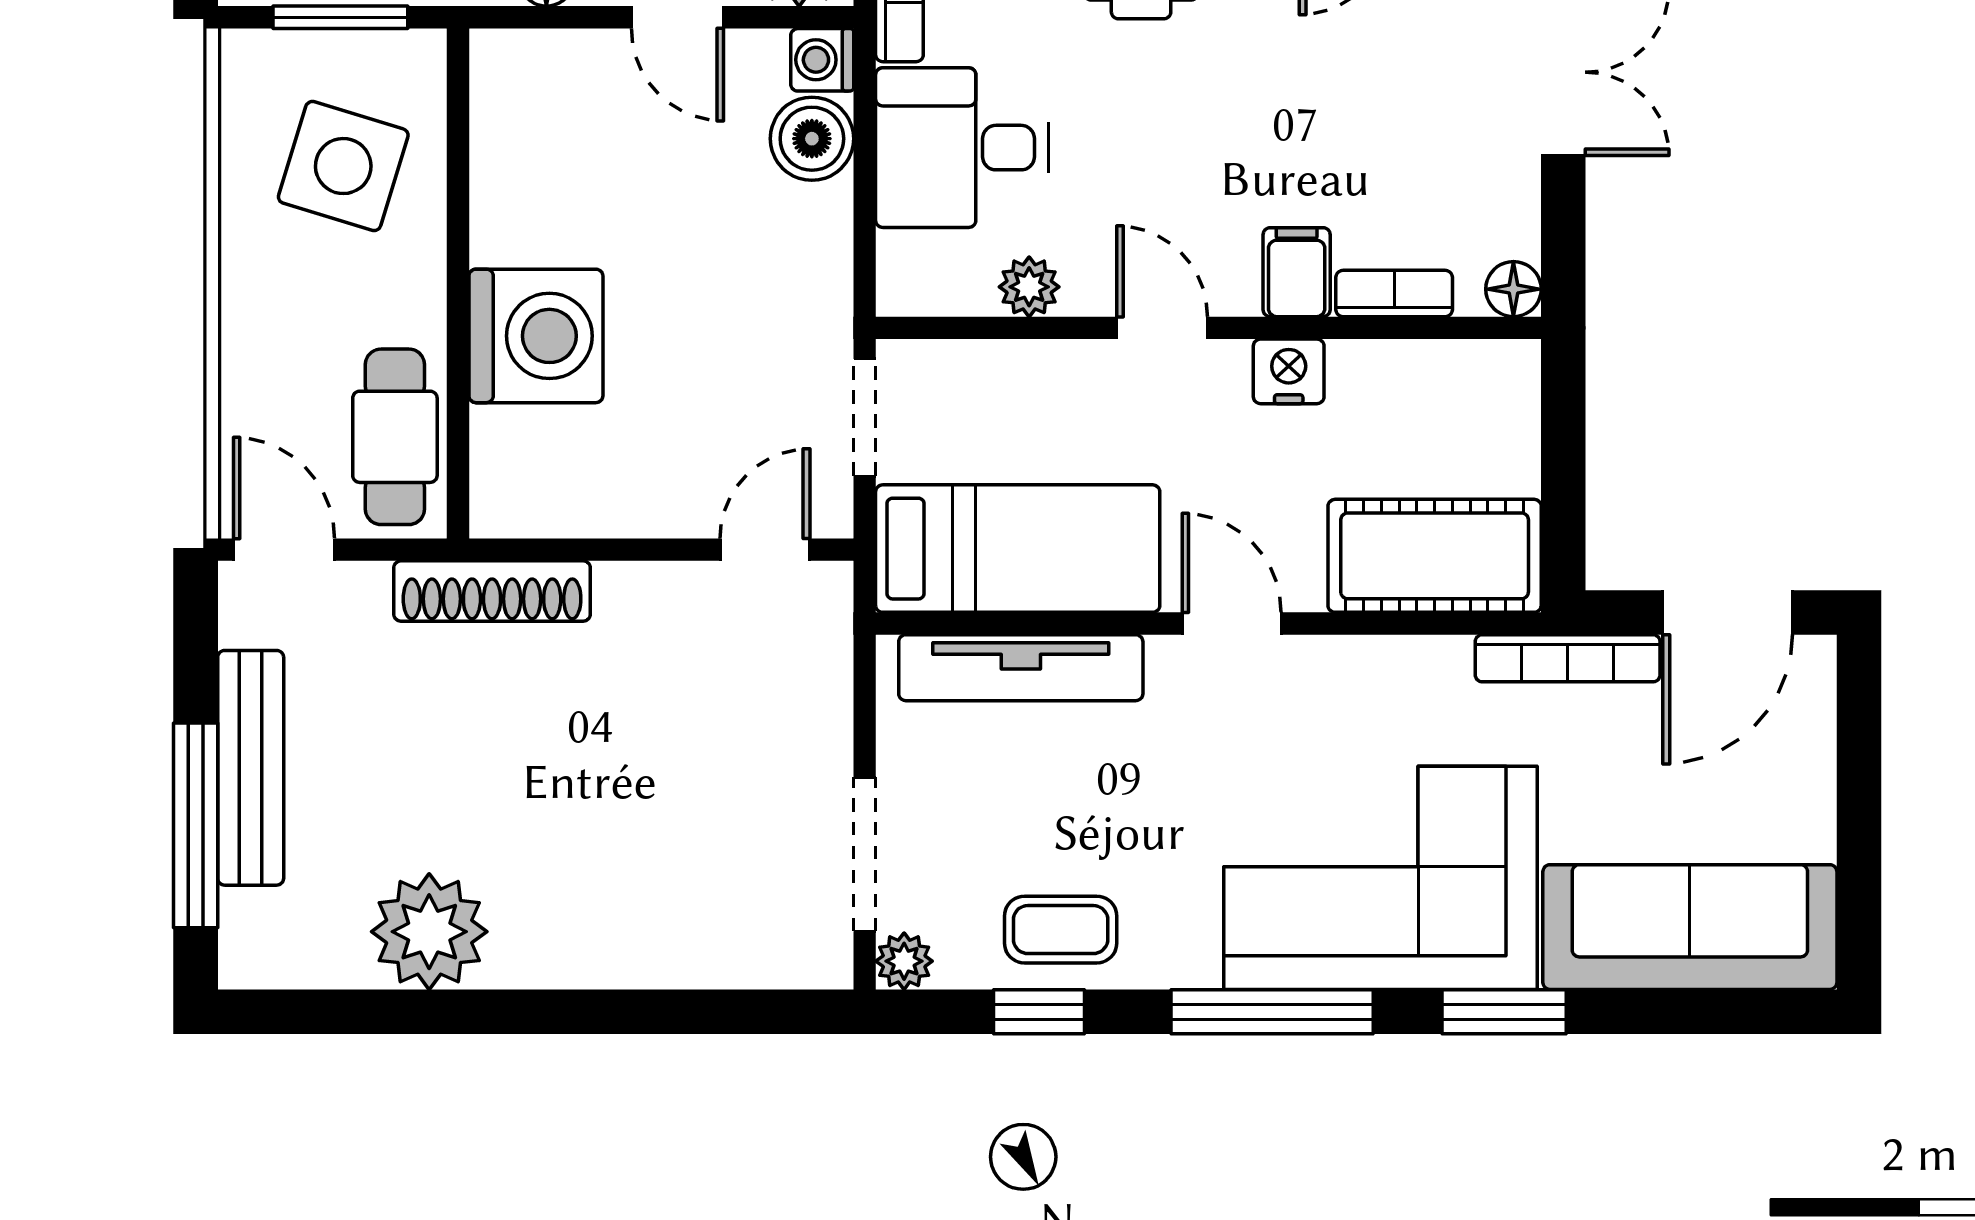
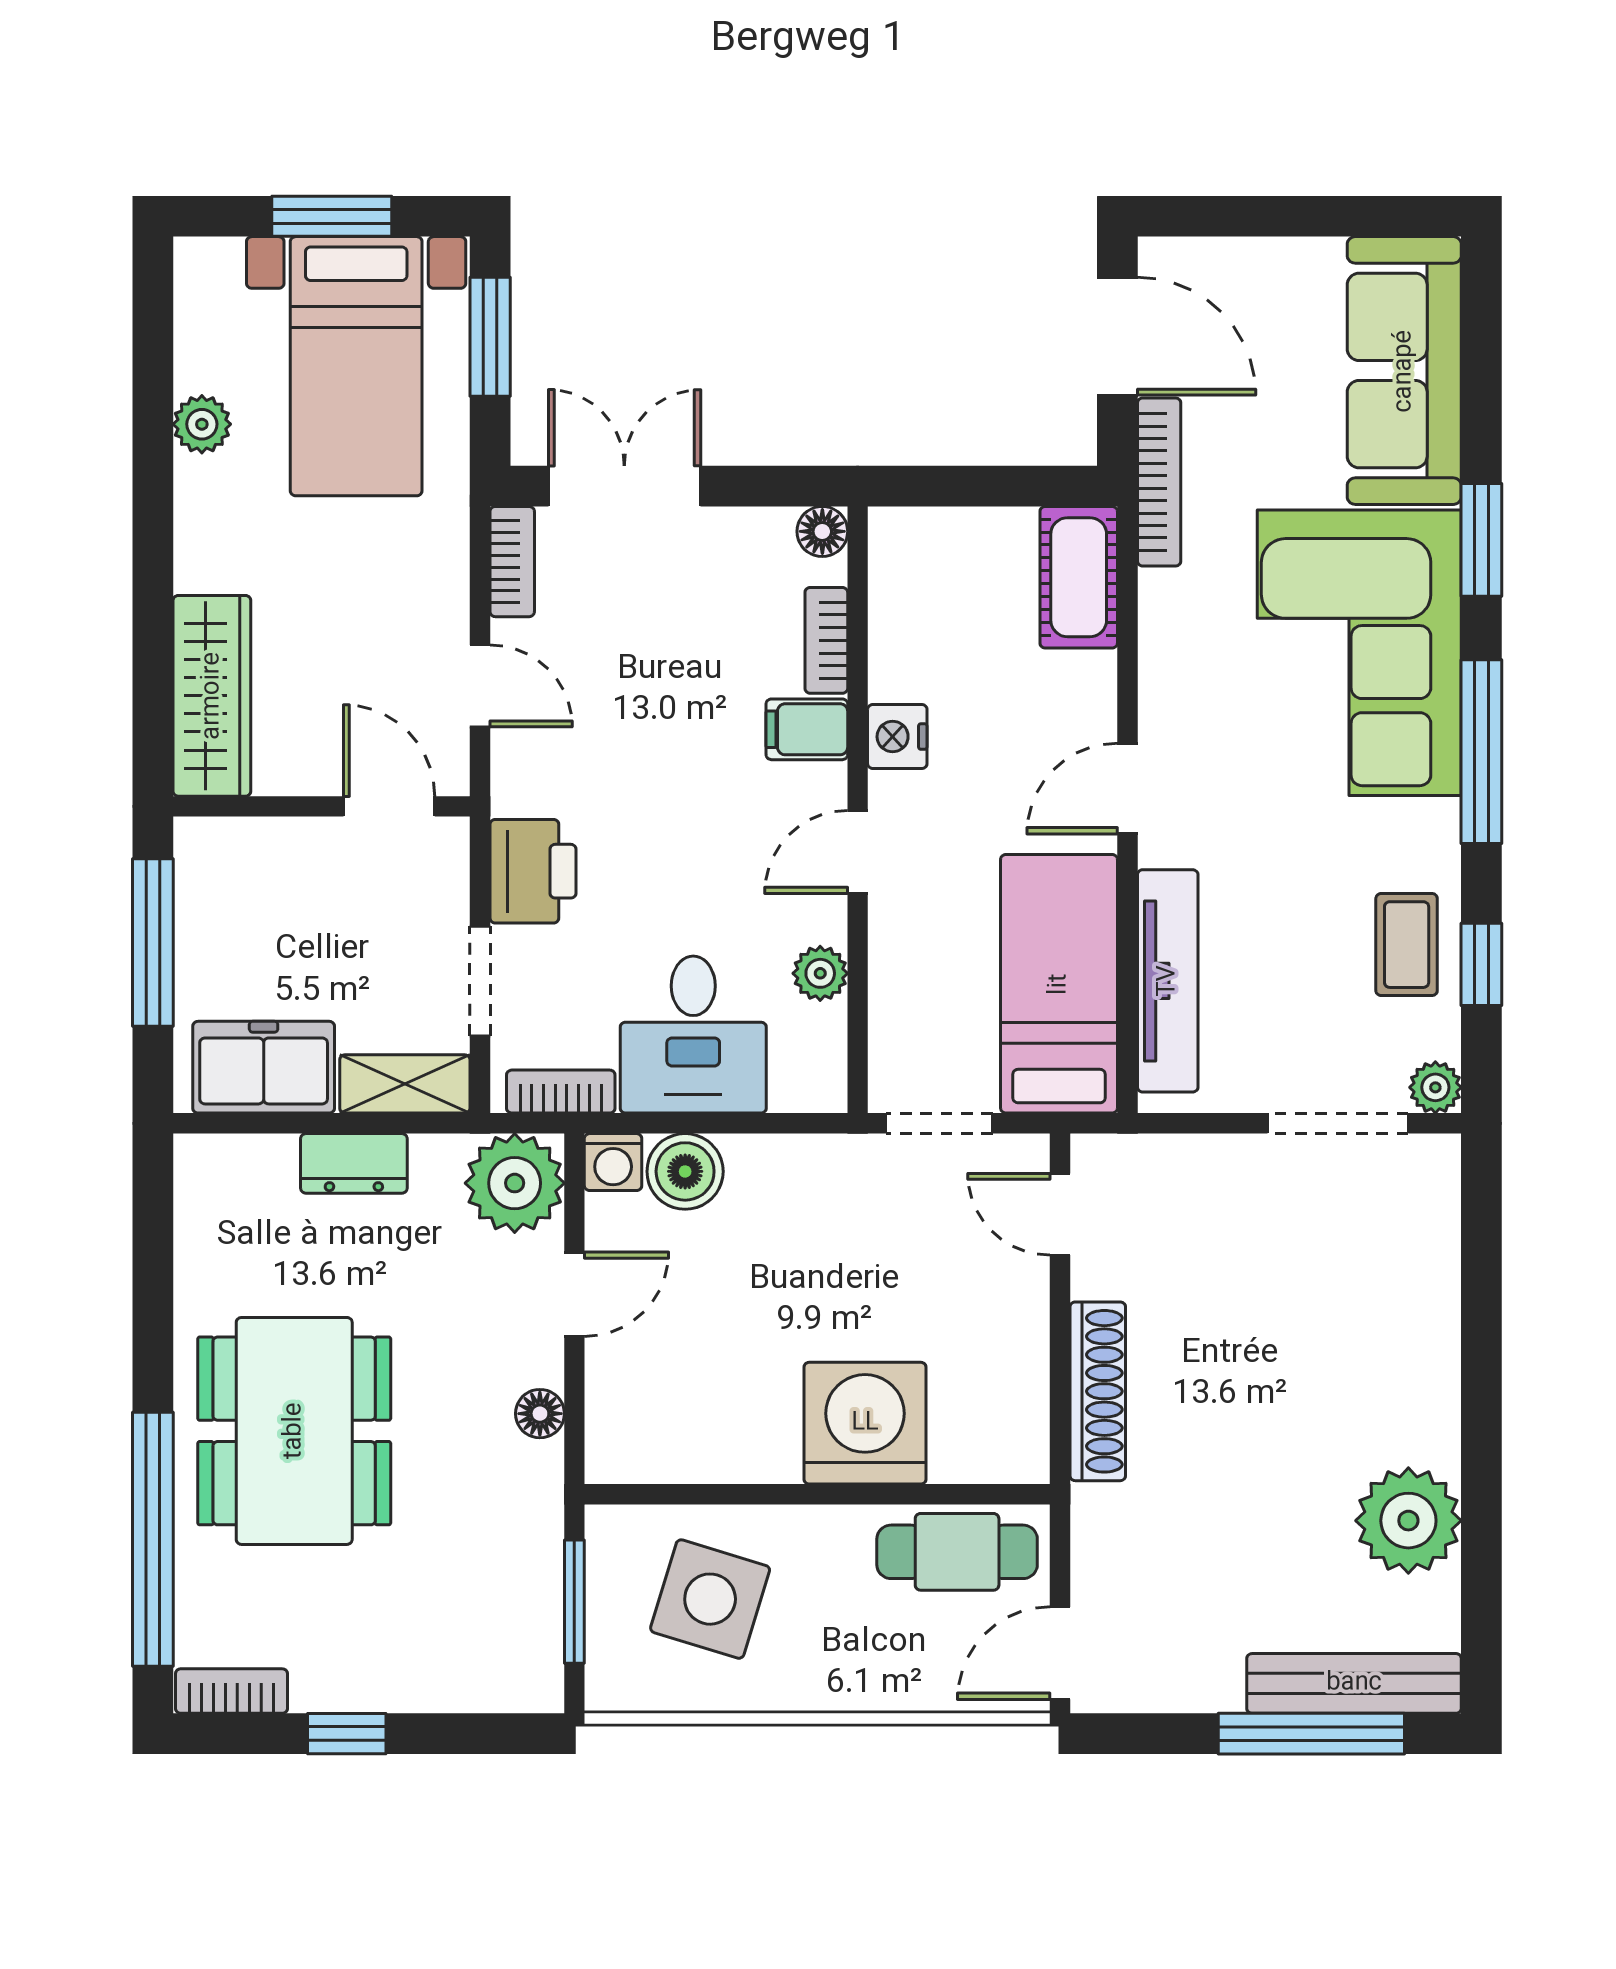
cot: (1435, 556) -> (1079, 577), width x0.73, depth x0.75
shoe rack: (492, 591) -> (1098, 1391), moved
bench: (251, 768) -> (1354, 1683), moved

